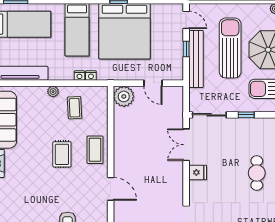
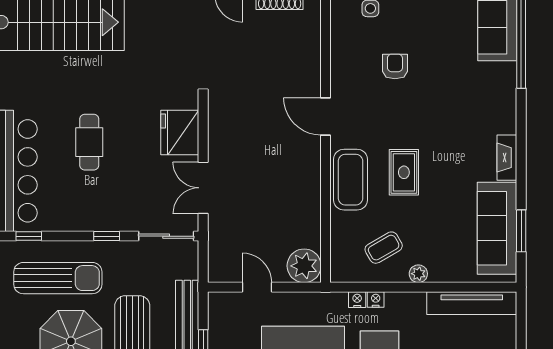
coffee table: (75, 108) -> (384, 248), turned 63
double door: (186, 145) -> (203, 188), swing flipped
coffee table: (95, 150) -> (351, 180), width x1.36, depth x1.32
fridge: (198, 172) -> (180, 133), width x1.88, depth x1.34

